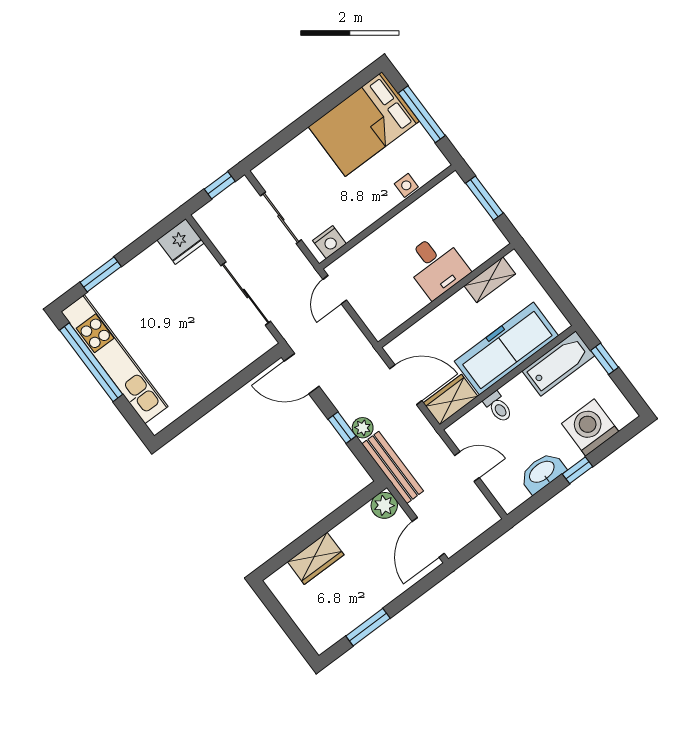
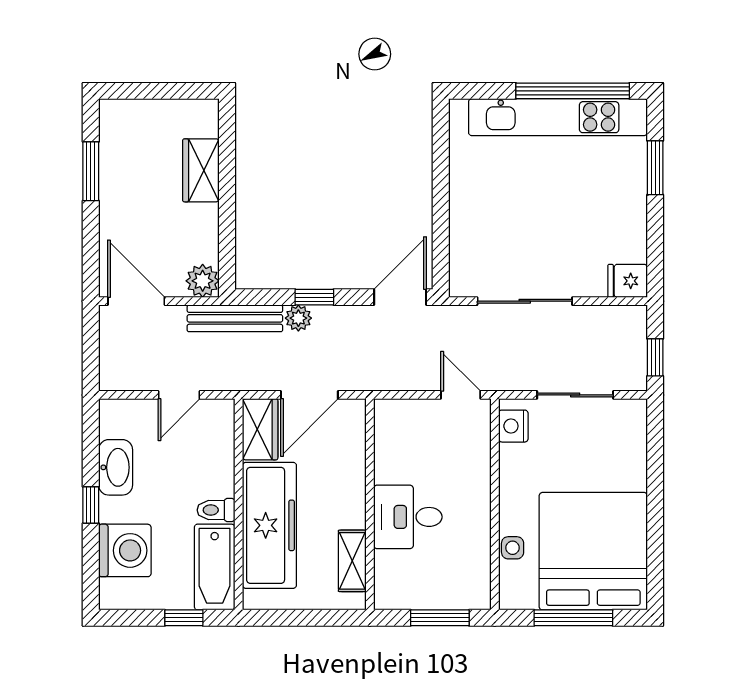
bed: (364, 124) -> (593, 551), width x1.36
fridge: (181, 241) -> (628, 281), width x0.72
toilet: (498, 407) -> (216, 510), moved

